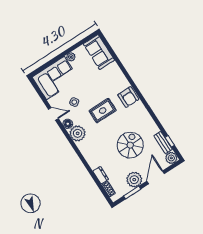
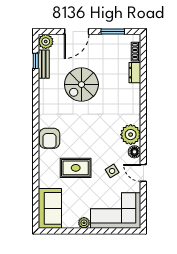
armchair: (128, 97) -> (50, 138), turned 180
rug: (103, 111) -> (76, 168), moved
plant: (134, 180) -> (101, 44), removed

